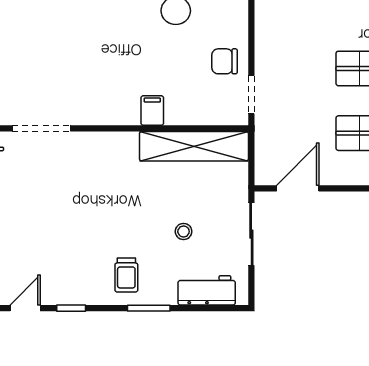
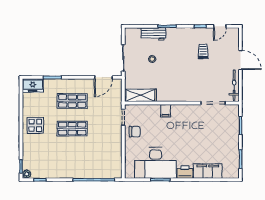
shelving: (194, 146) -> (140, 95), width x0.68
trolley: (126, 275) -> (203, 51), moved
workbench: (207, 290) -> (154, 34), moved

